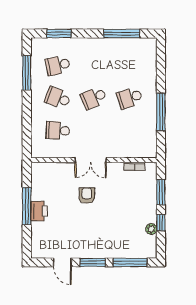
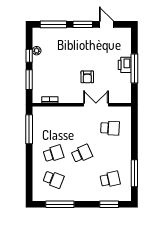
school desk: (58, 98) -> (53, 179), moved
window: (161, 112) -> (29, 129), moved
double door: (91, 160) -> (96, 105), moved

